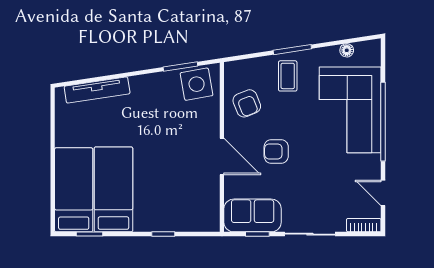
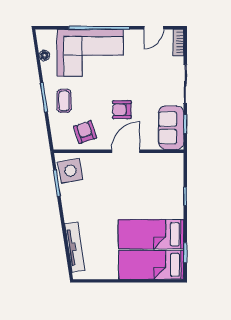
coffee table: (288, 76) -> (64, 101), turned 90
armchair: (247, 103) -> (85, 132), turned -86
armchair: (276, 151) -> (122, 110), turned 90

